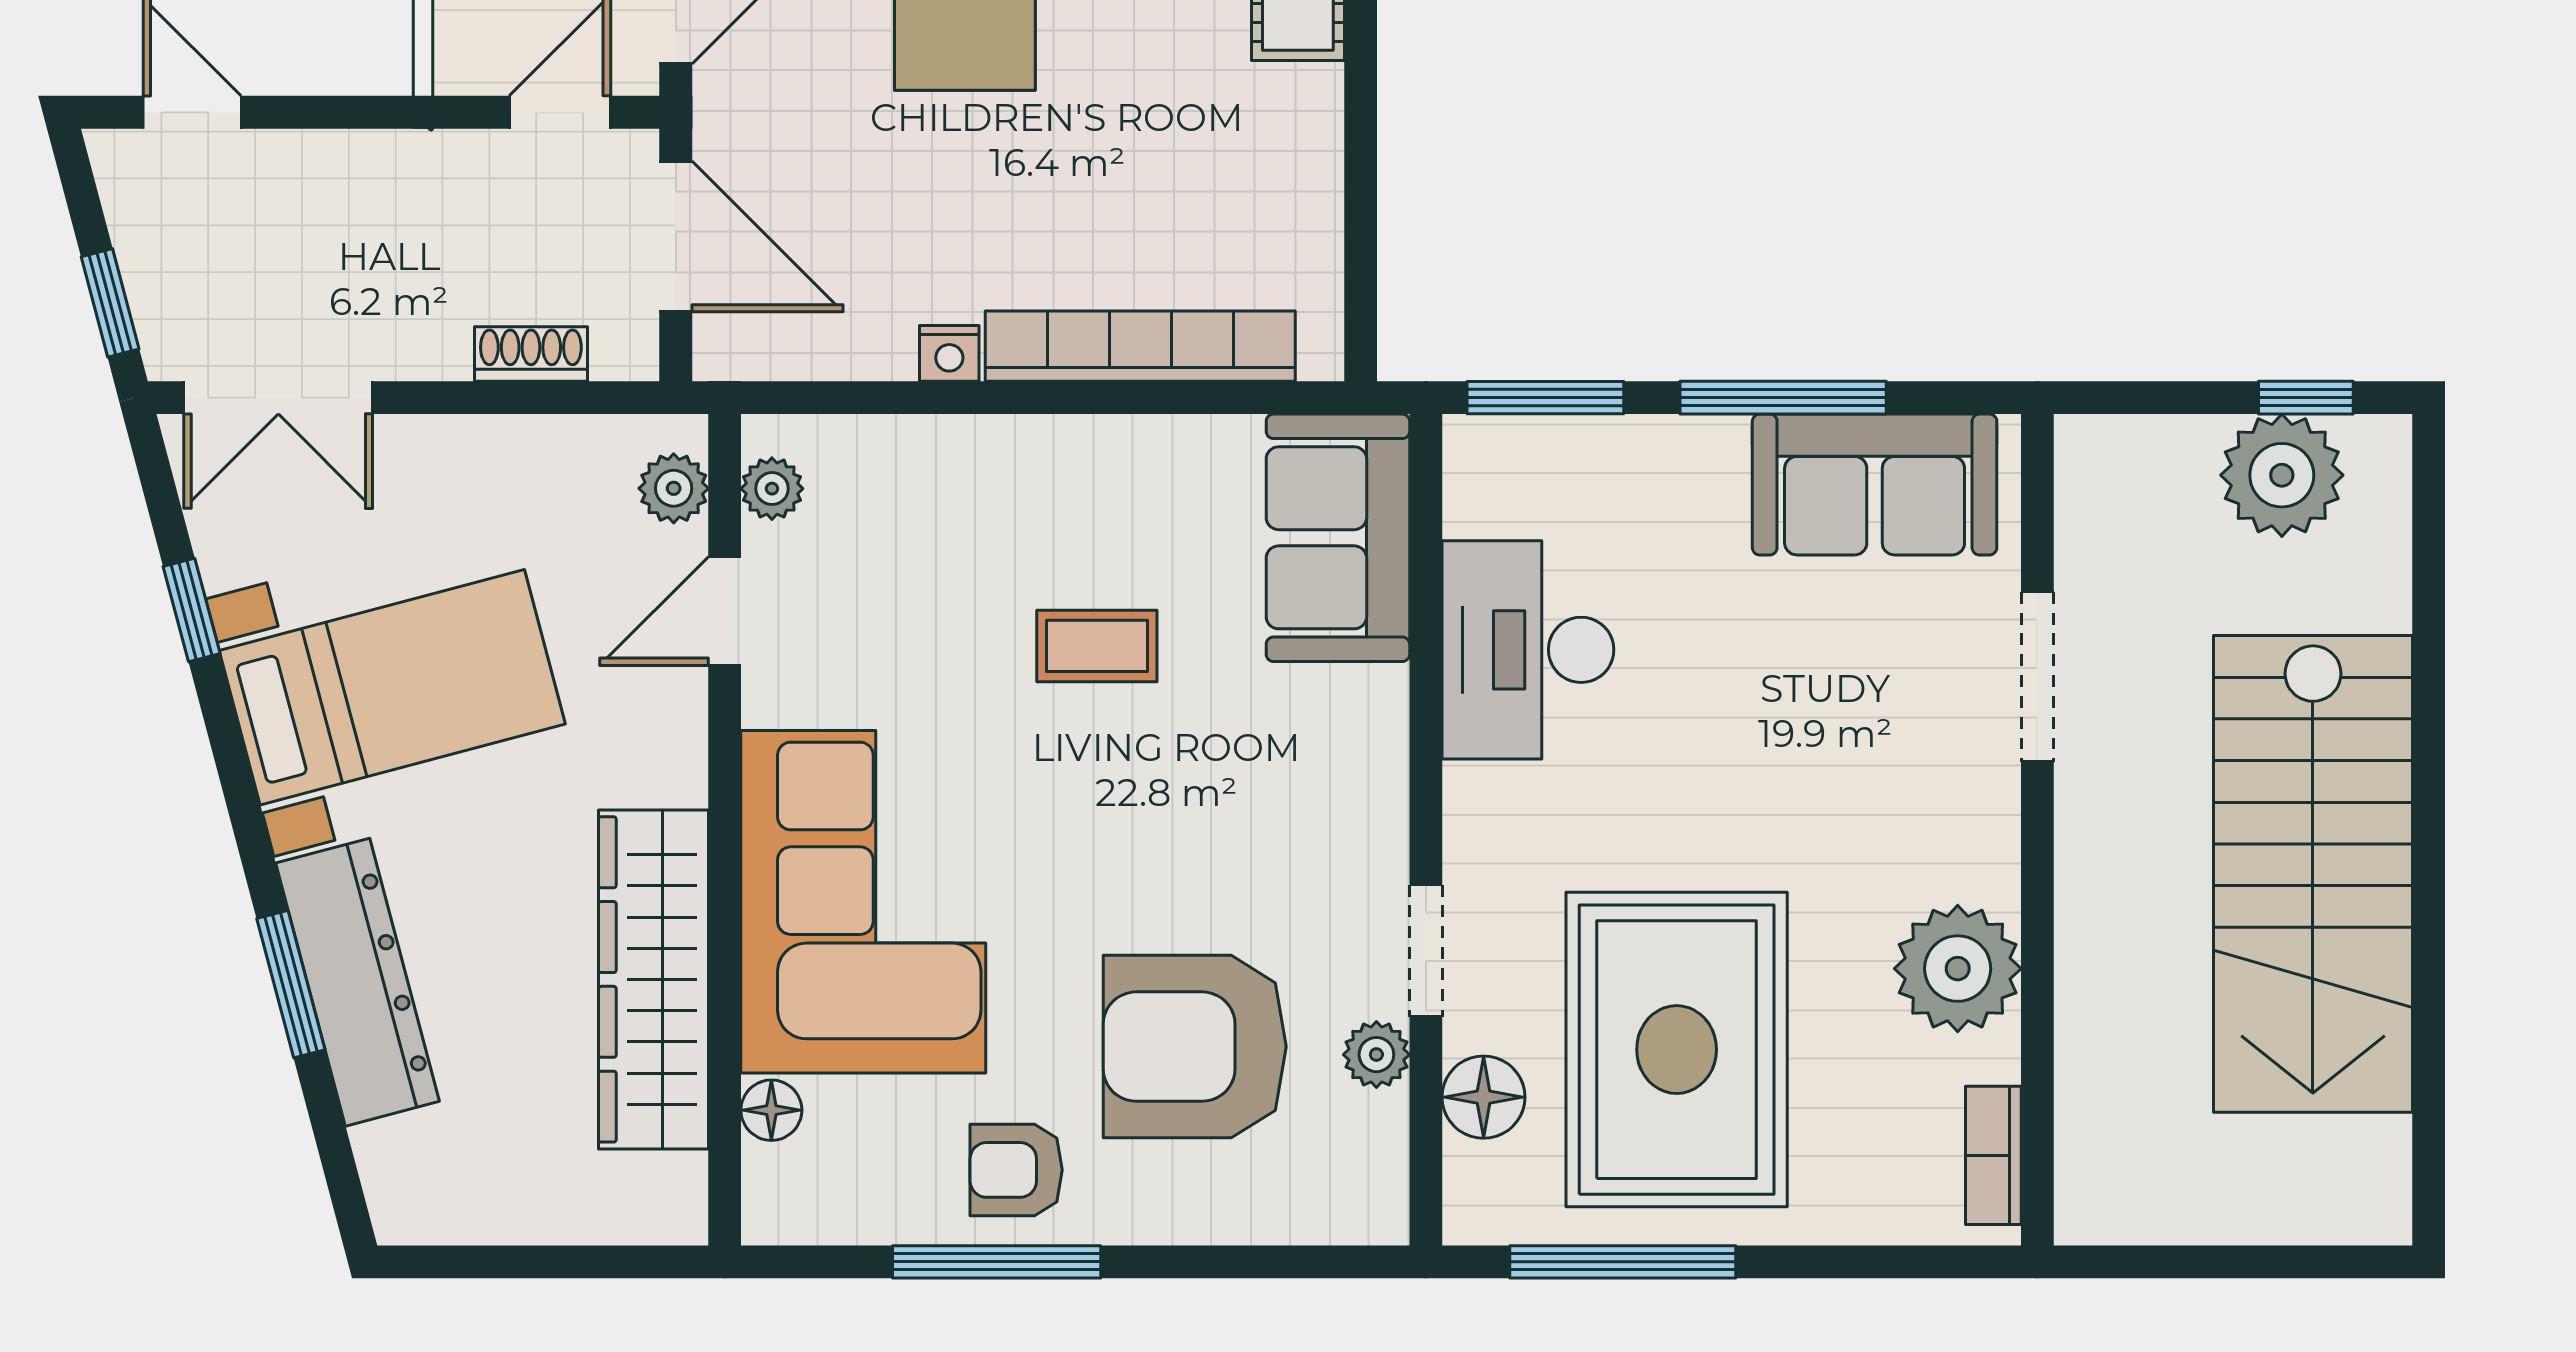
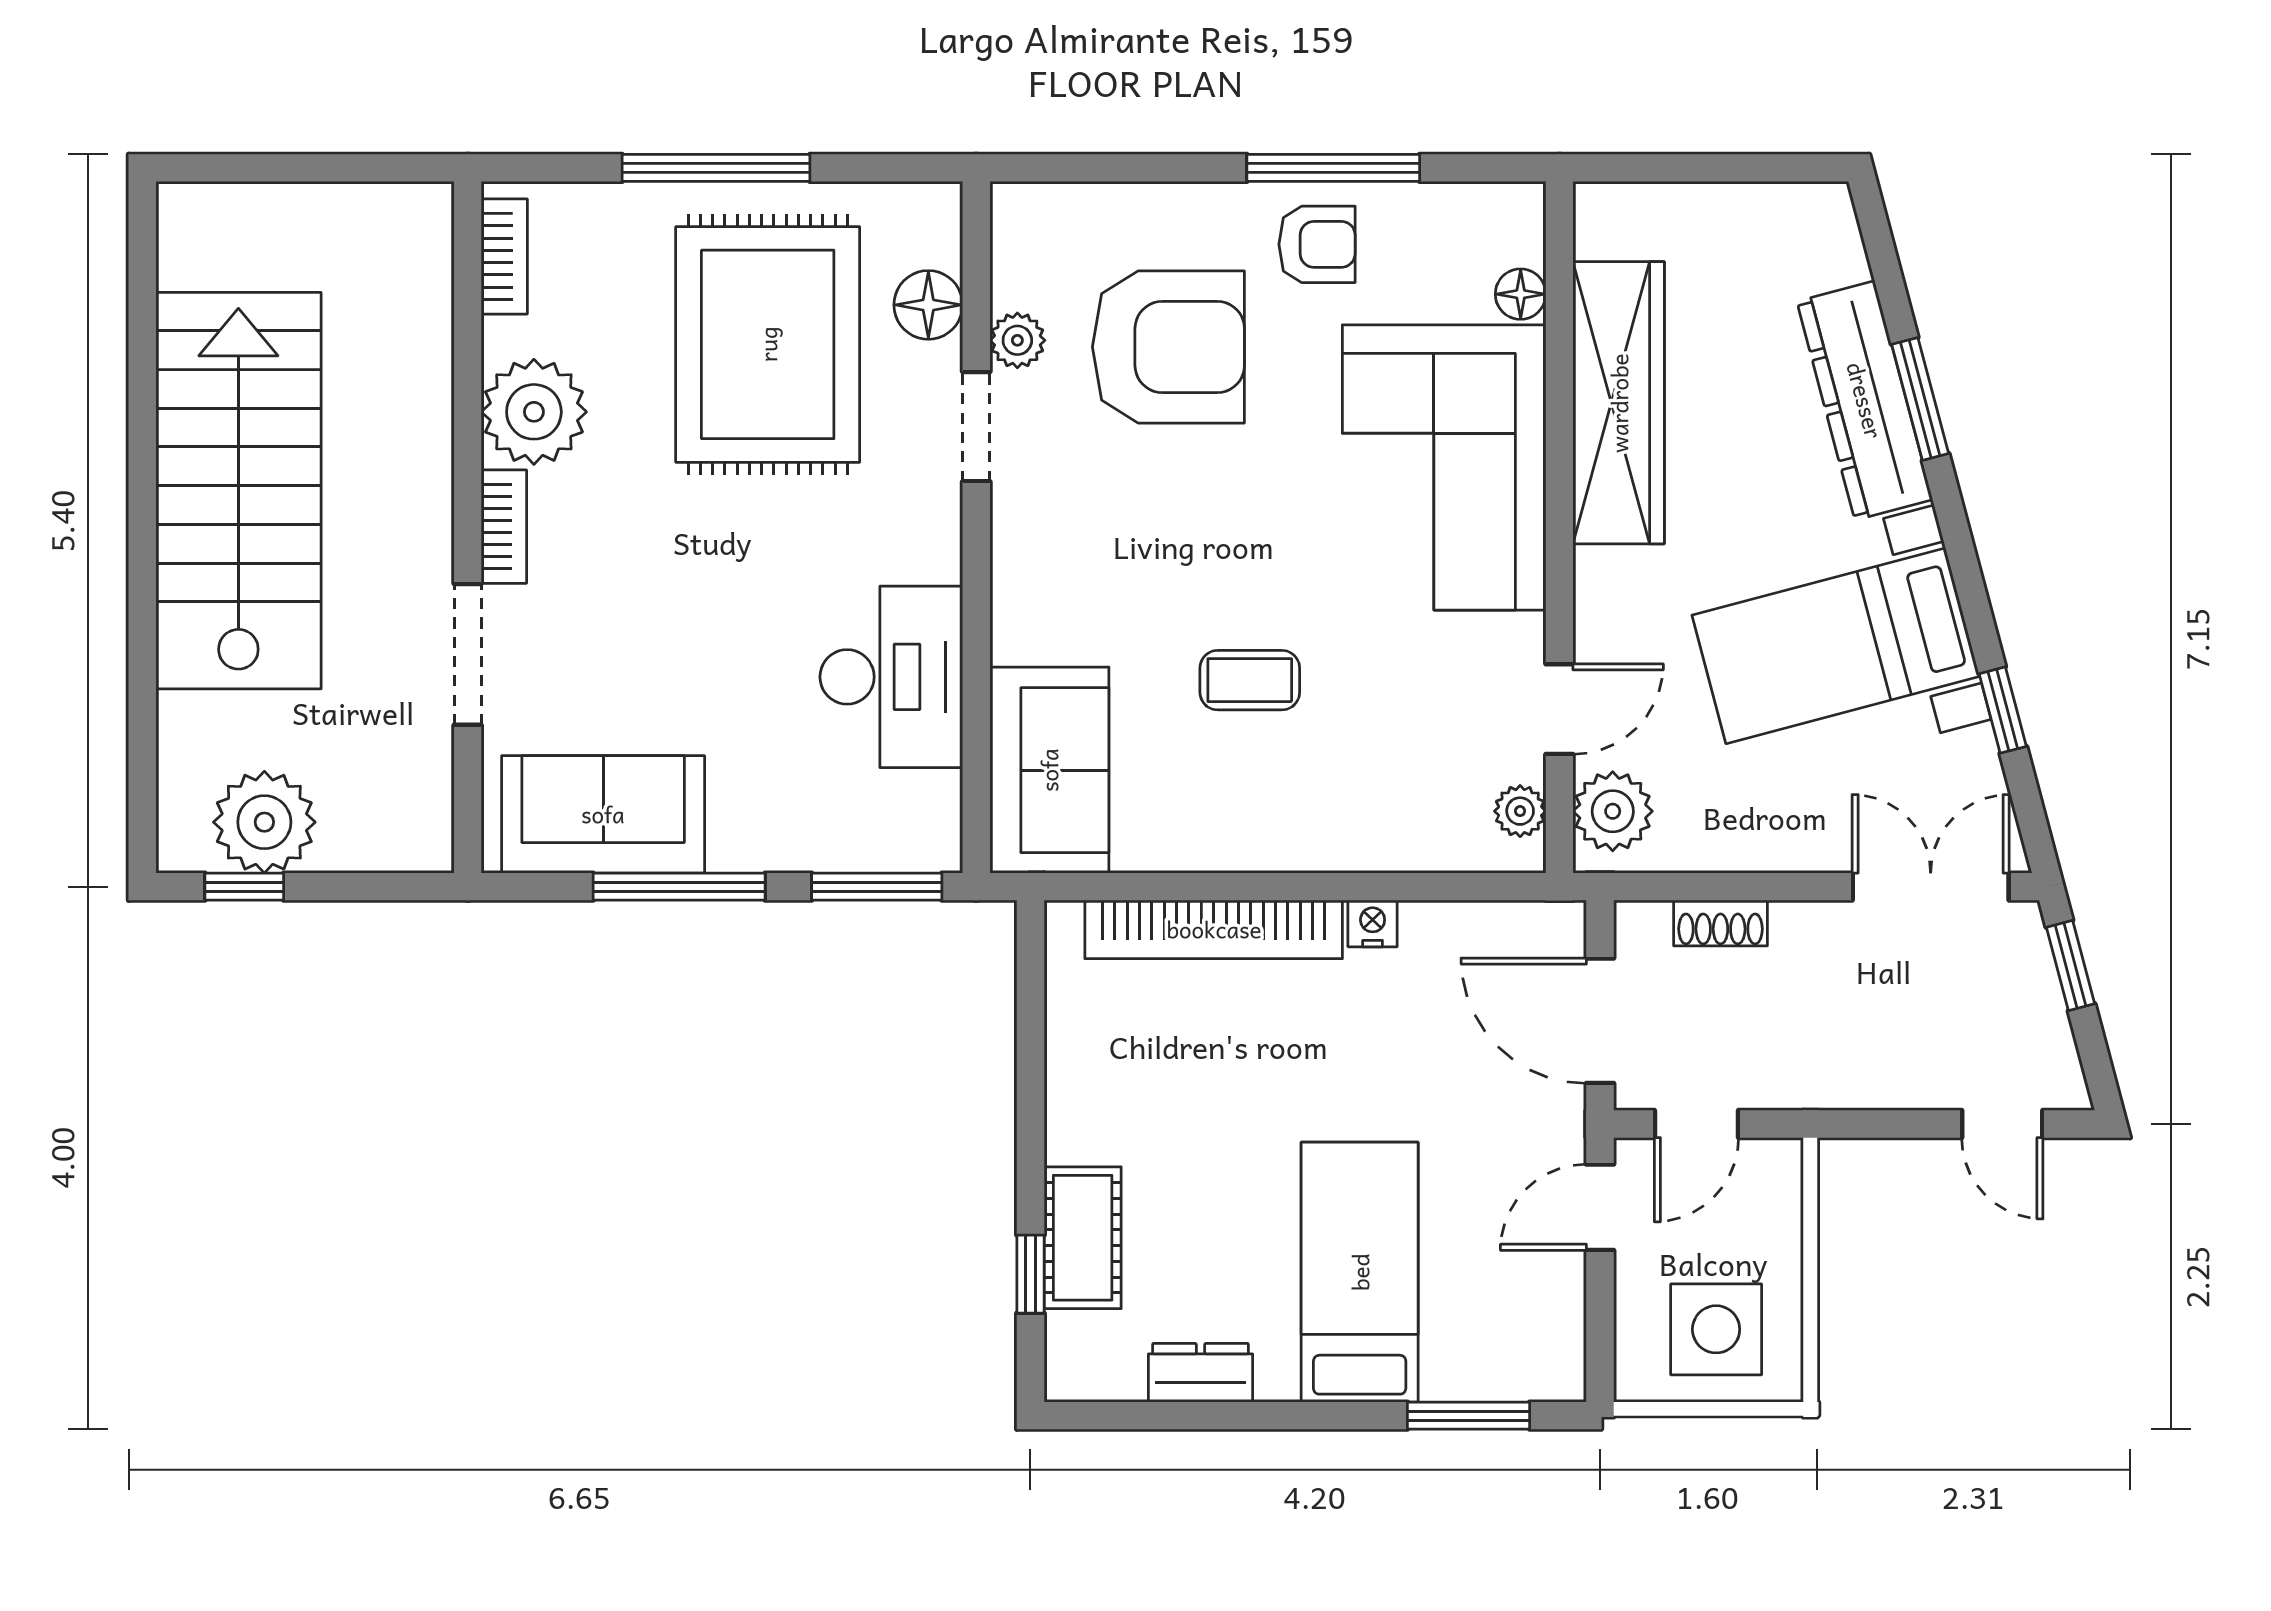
plant: (674, 488) -> (1613, 811), width x1.38, depth x1.38
bookcase: (1994, 831) -> (504, 527), added
window: (1623, 1262) -> (716, 168), moved

